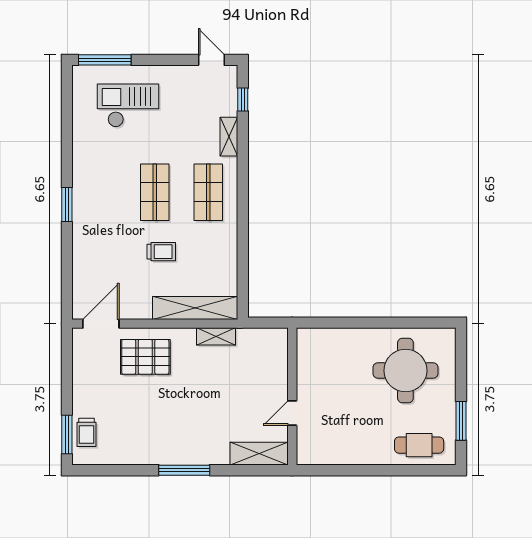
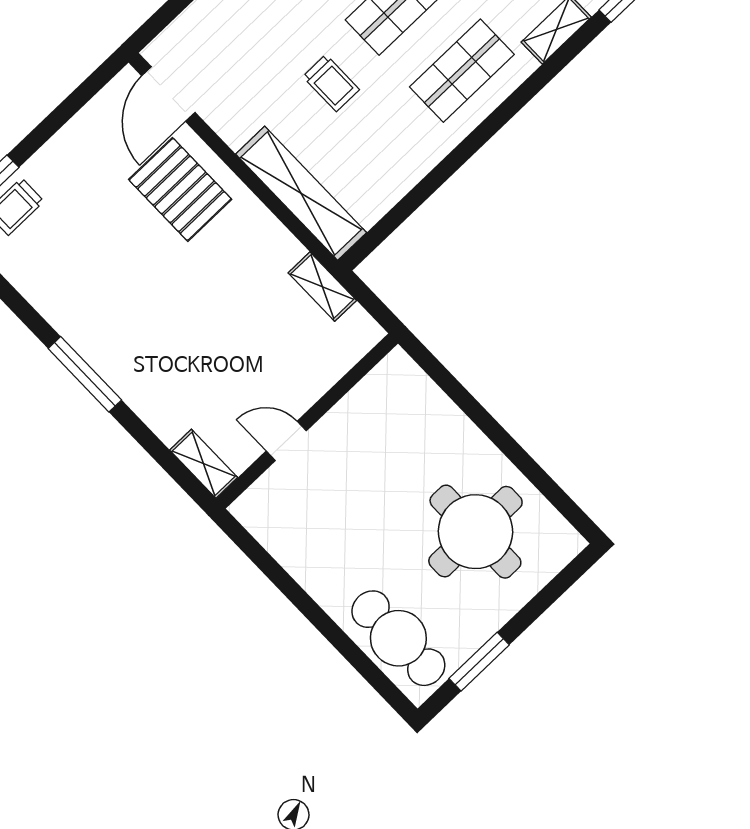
door: (101, 324) -> (168, 94), swing flipped
shelving: (216, 336) -> (322, 287), moved
cafe table: (419, 445) -> (398, 638), width x1.37, depth x1.35
shelving: (259, 454) -> (204, 464), width x0.67, depth x0.75

